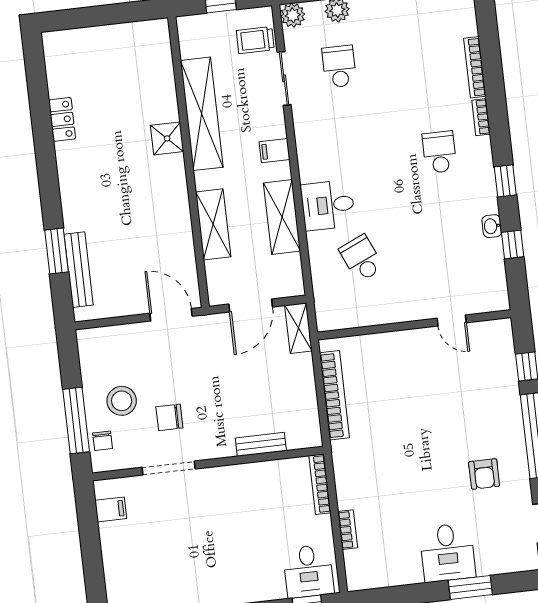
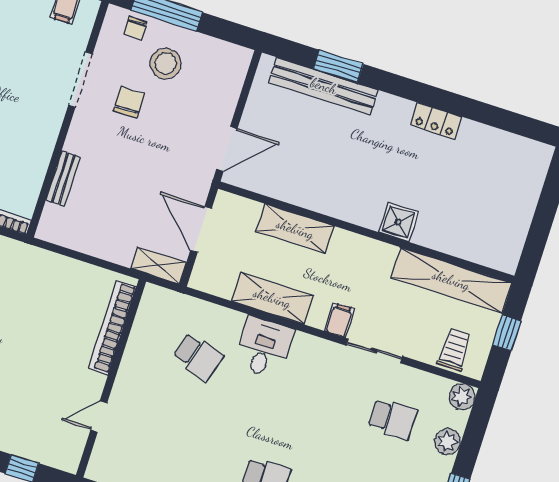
sliding door: (284, 78) -> (374, 351), moved
shelving: (202, 114) -> (451, 280), moved
locker: (62, 119) -> (436, 121), moved
school desk: (361, 258) -> (198, 356), turned 42
bench: (79, 270) -> (324, 86), width x1.37, depth x1.21
bookcase: (334, 395) -> (112, 327), moved, turned 90
chair: (103, 441) -> (136, 28), turned -90

